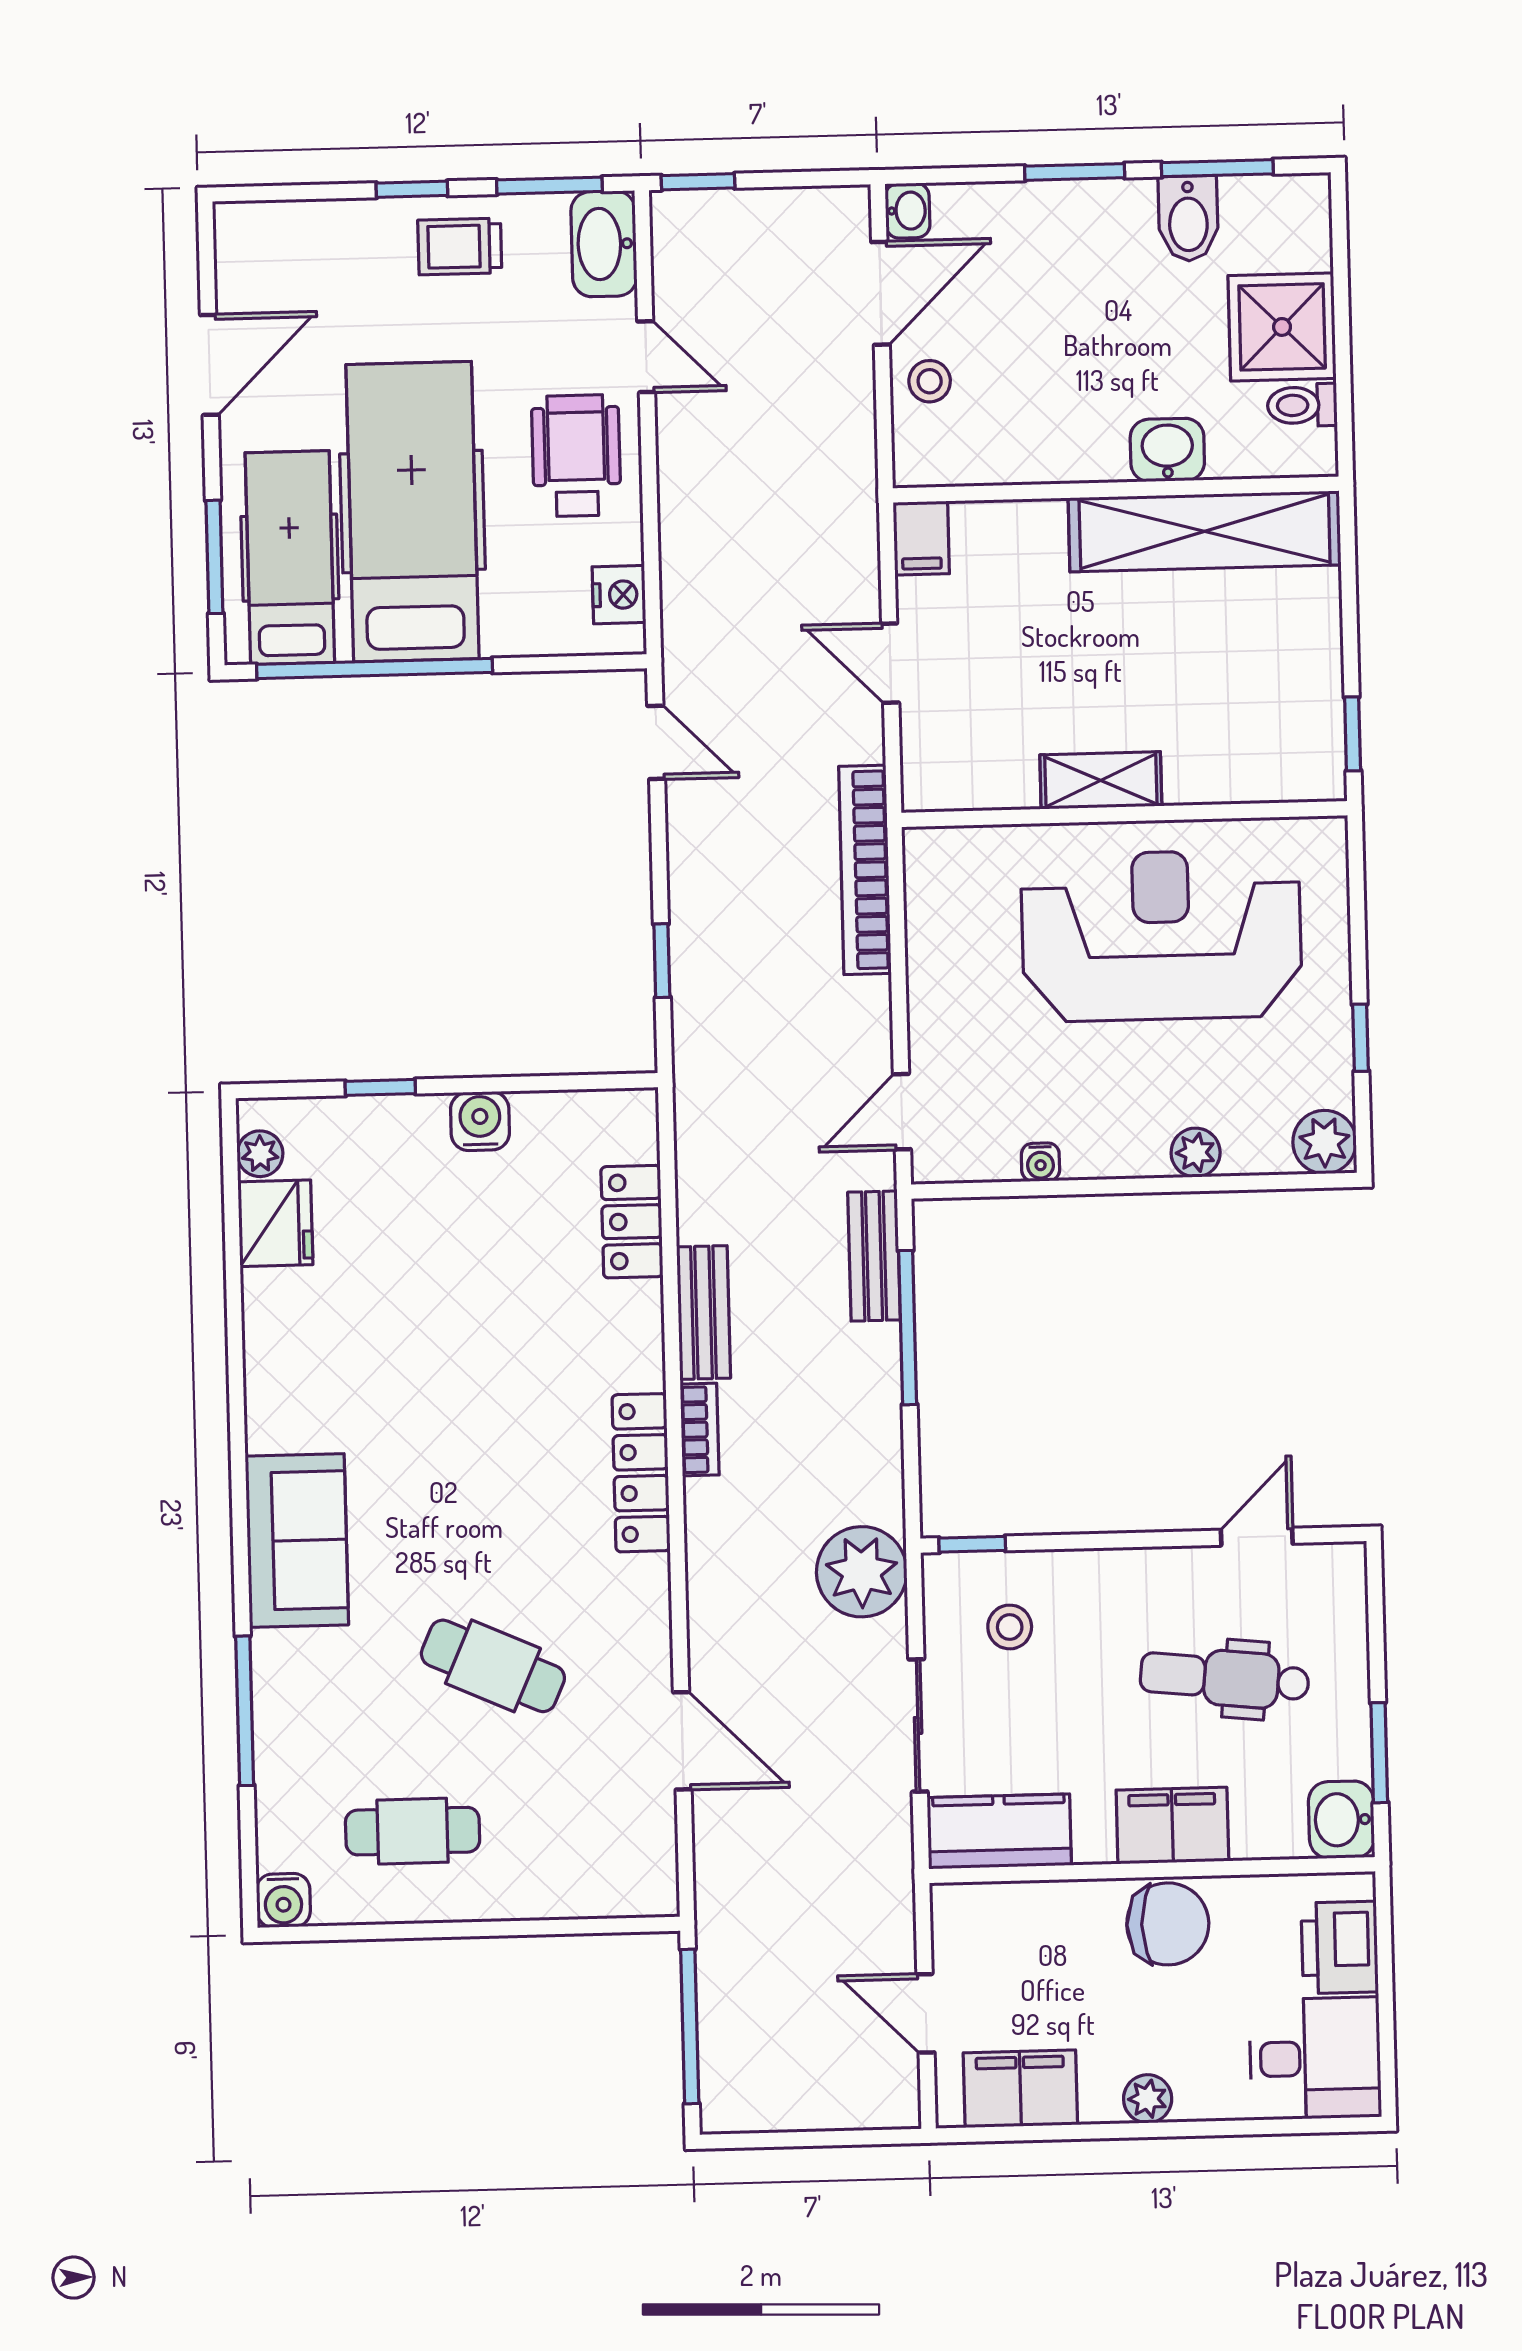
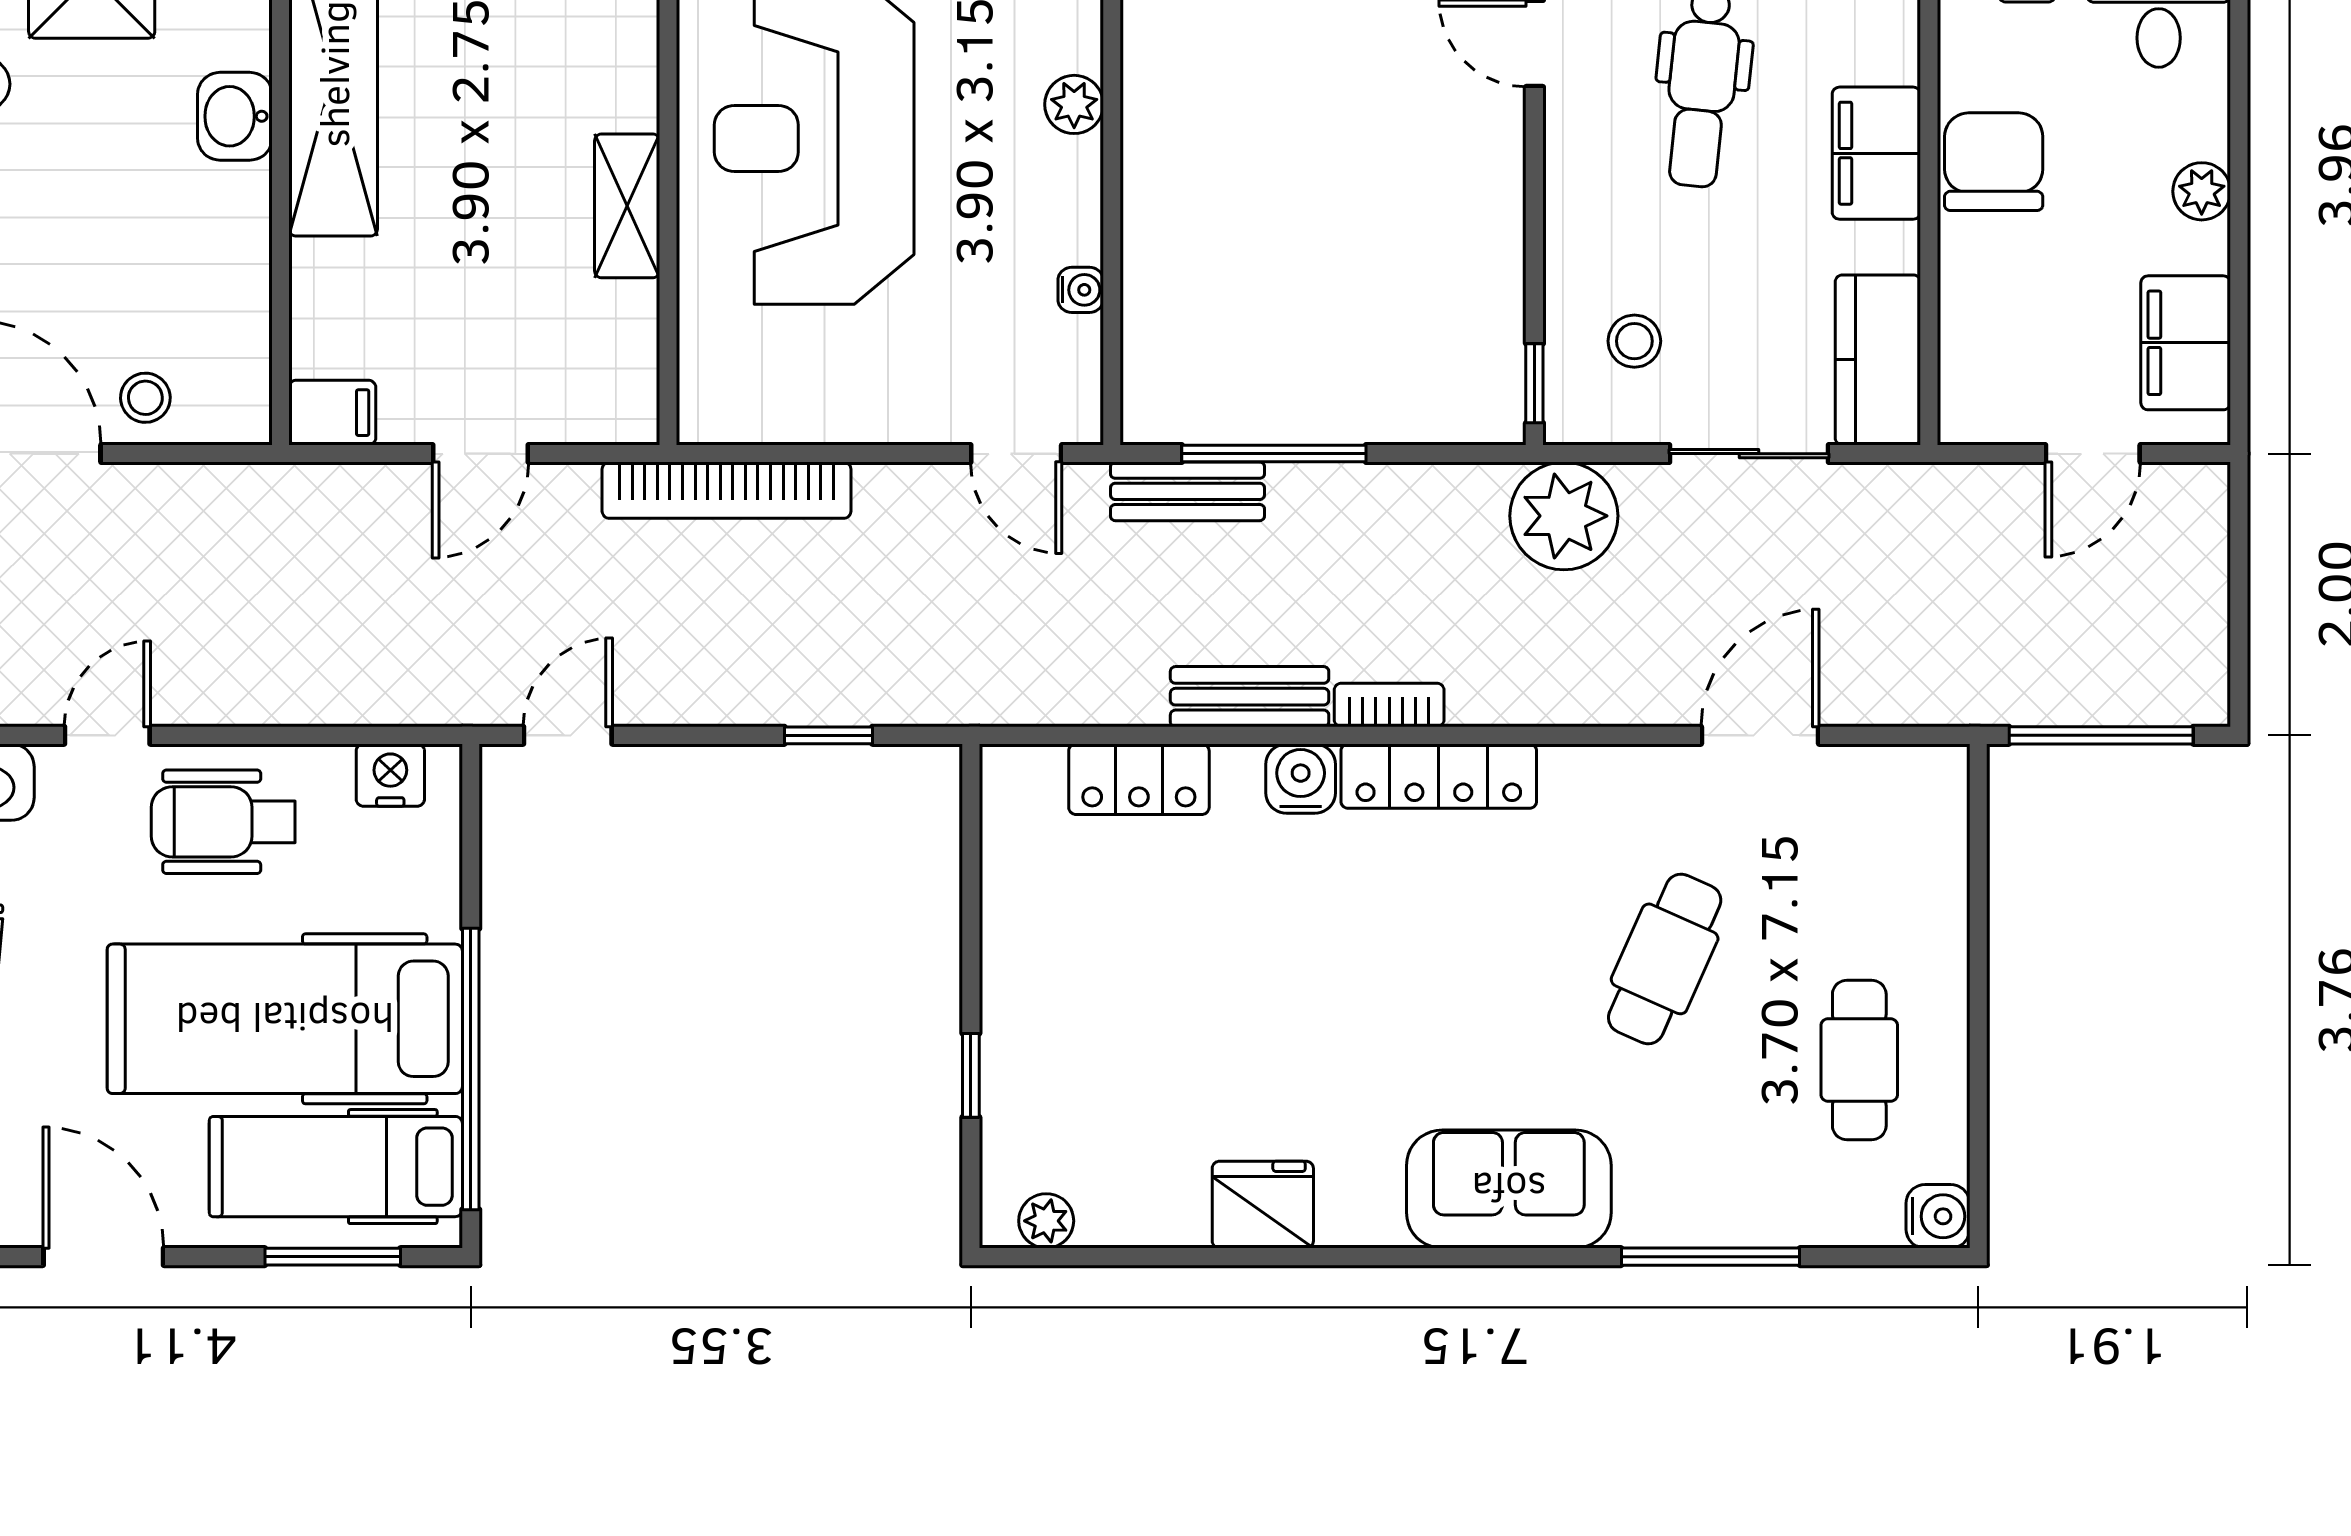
water cooler: (480, 1121) -> (1301, 779), moved, turned 90
fridge: (275, 1223) -> (1263, 1205), moved

